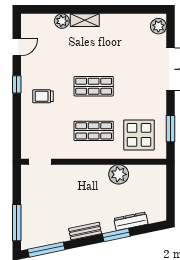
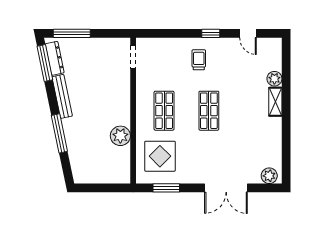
dresser: (131, 221) -> (55, 58), moved
bench: (85, 231) -> (62, 96), width x1.36
window: (116, 235) -> (59, 133), width x1.44

